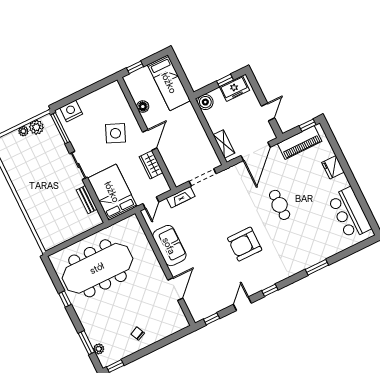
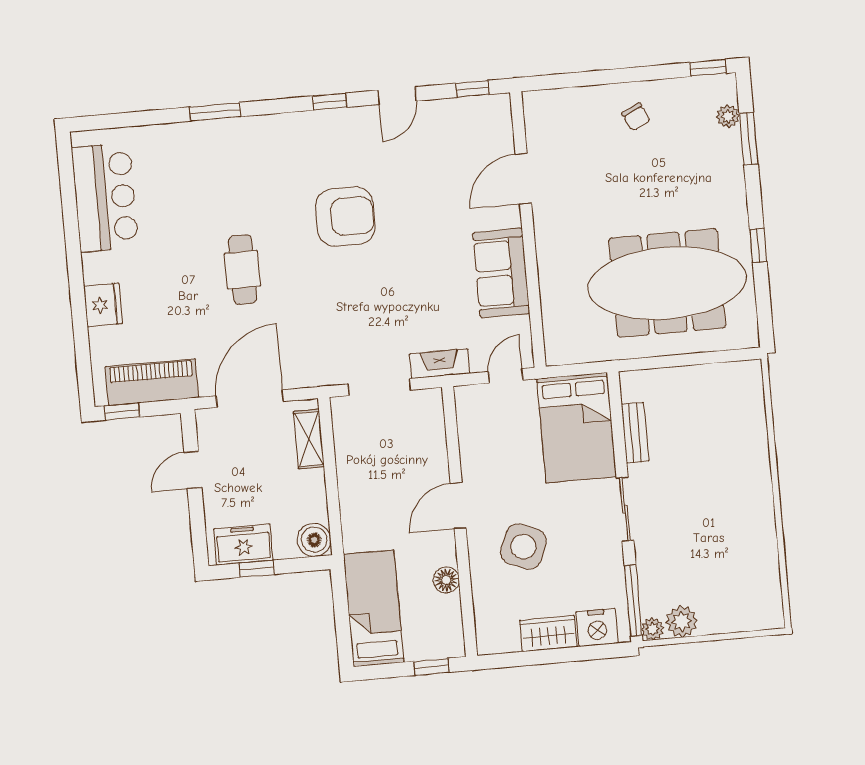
plant: (23, 131) -> (653, 629), moved
wardrobe: (151, 165) -> (548, 634), moved, turned -90

